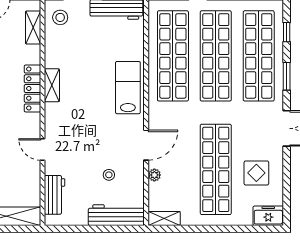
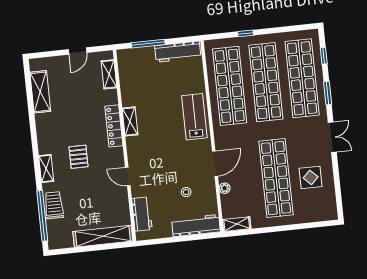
stool: (60, 17) -> (131, 63), removed
freezer: (268, 216) -> (324, 213), removed

